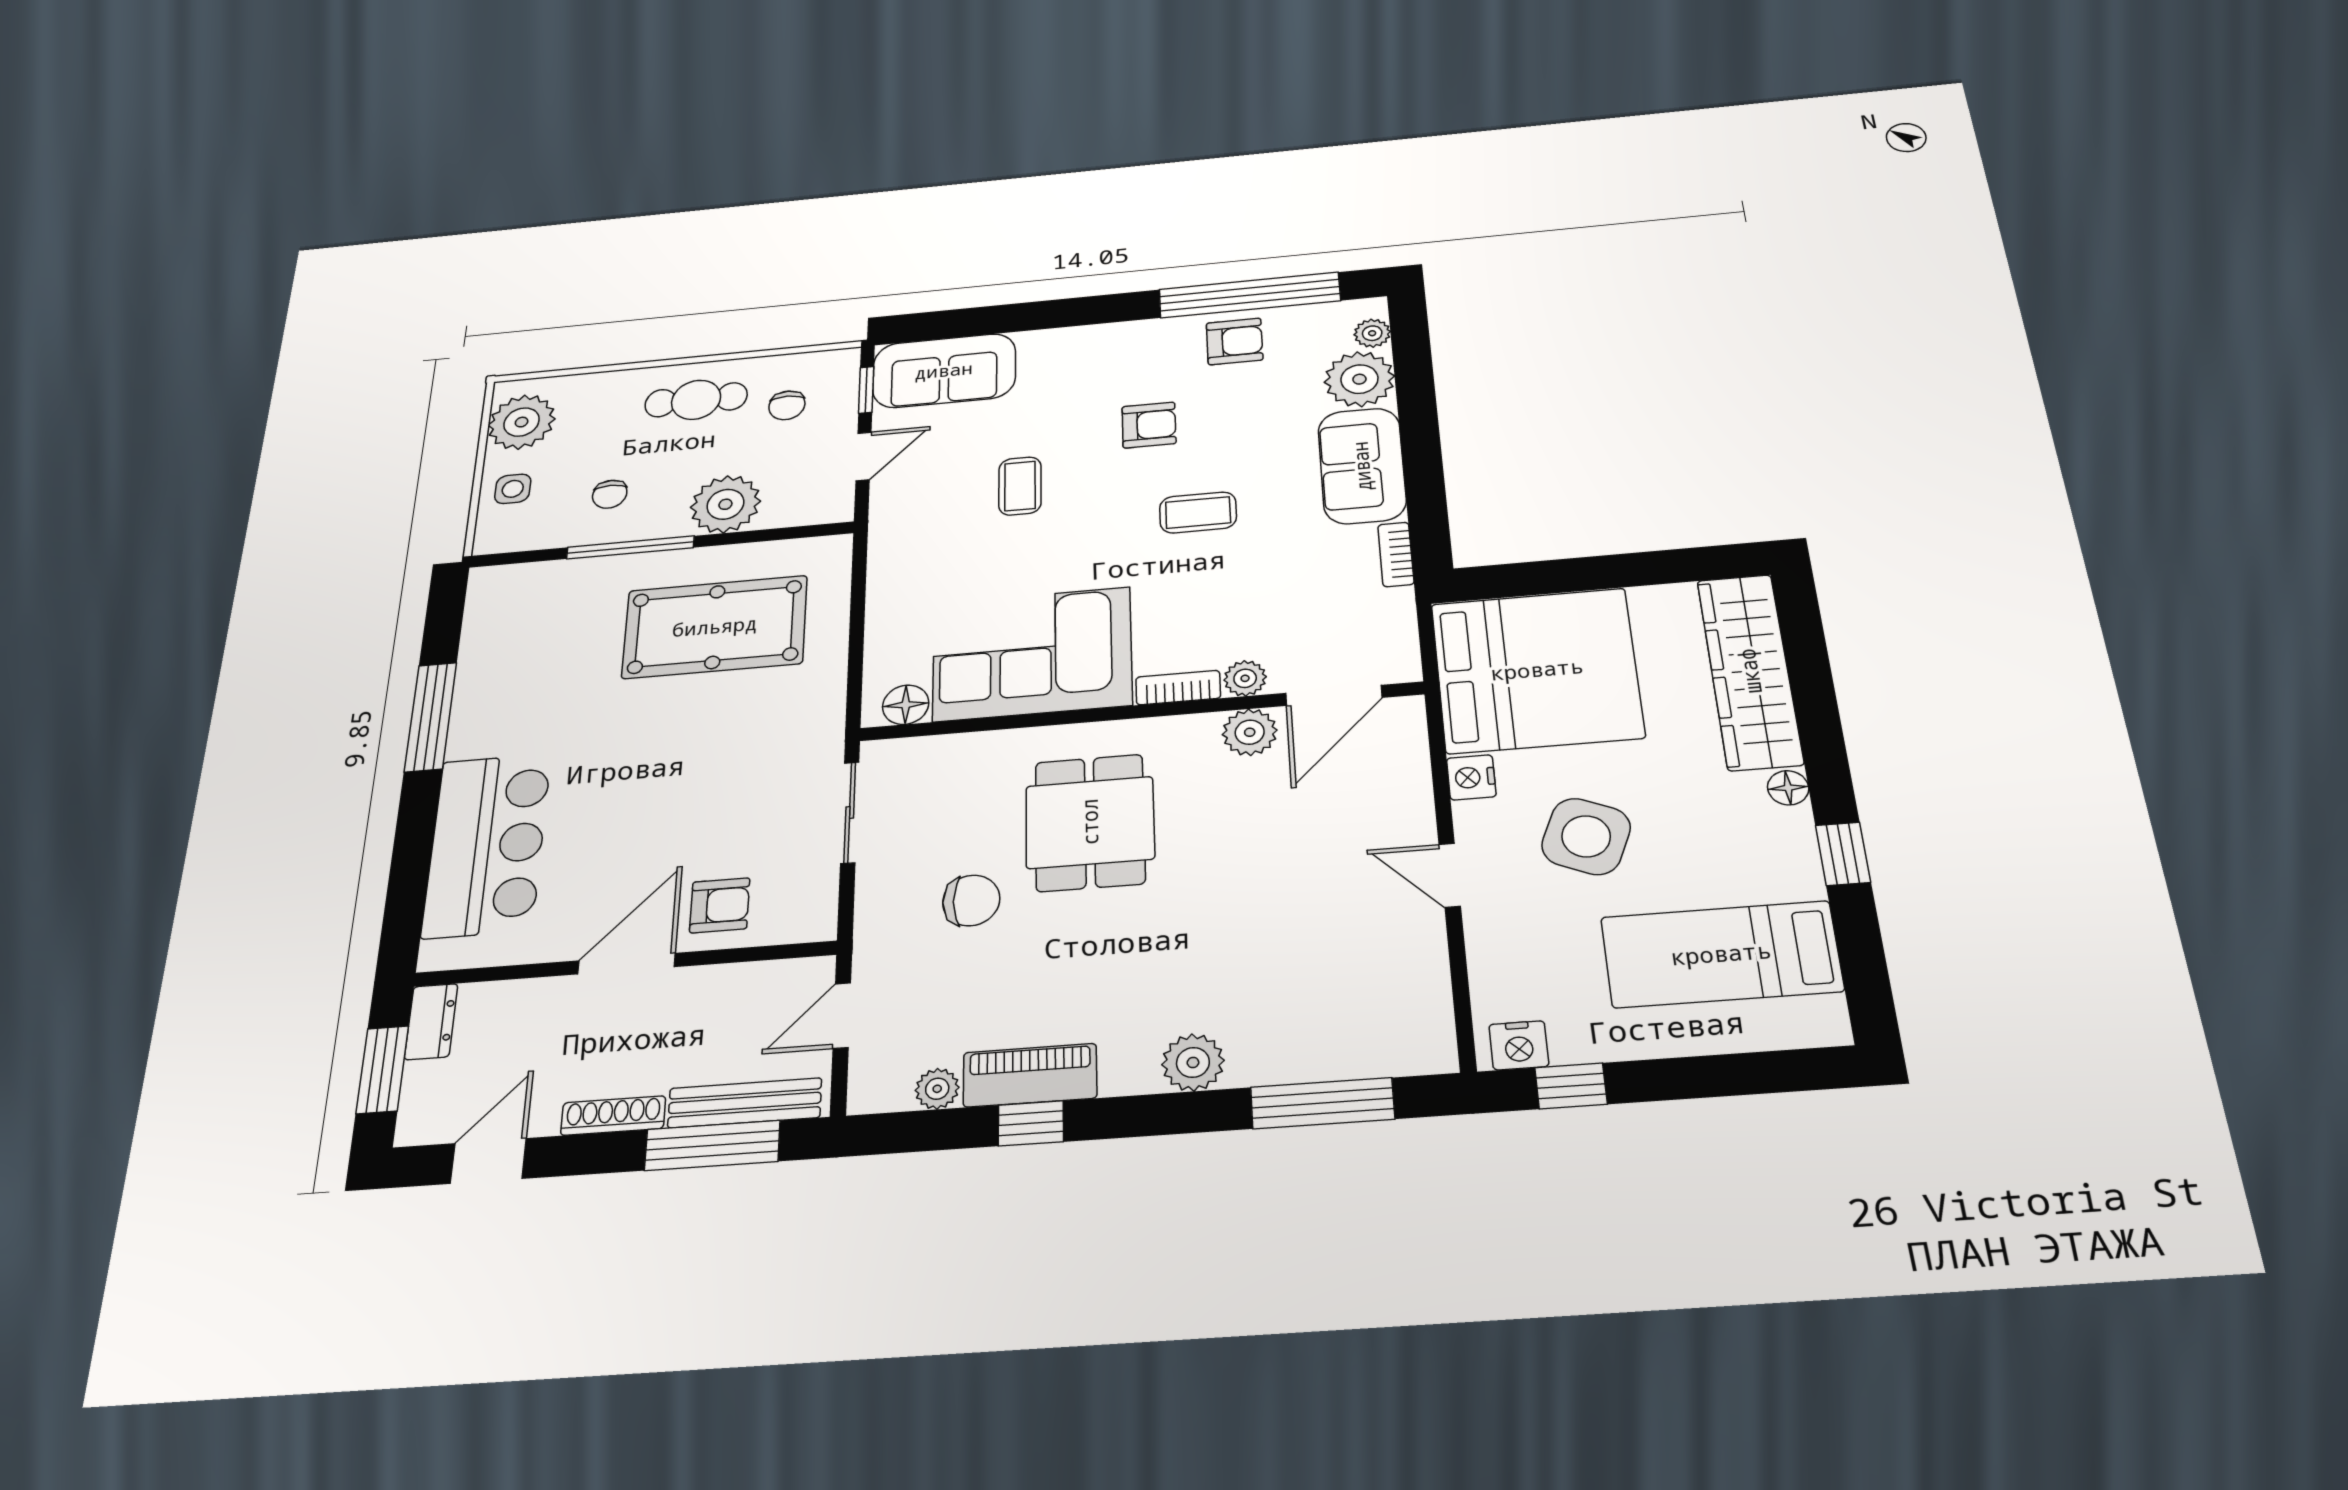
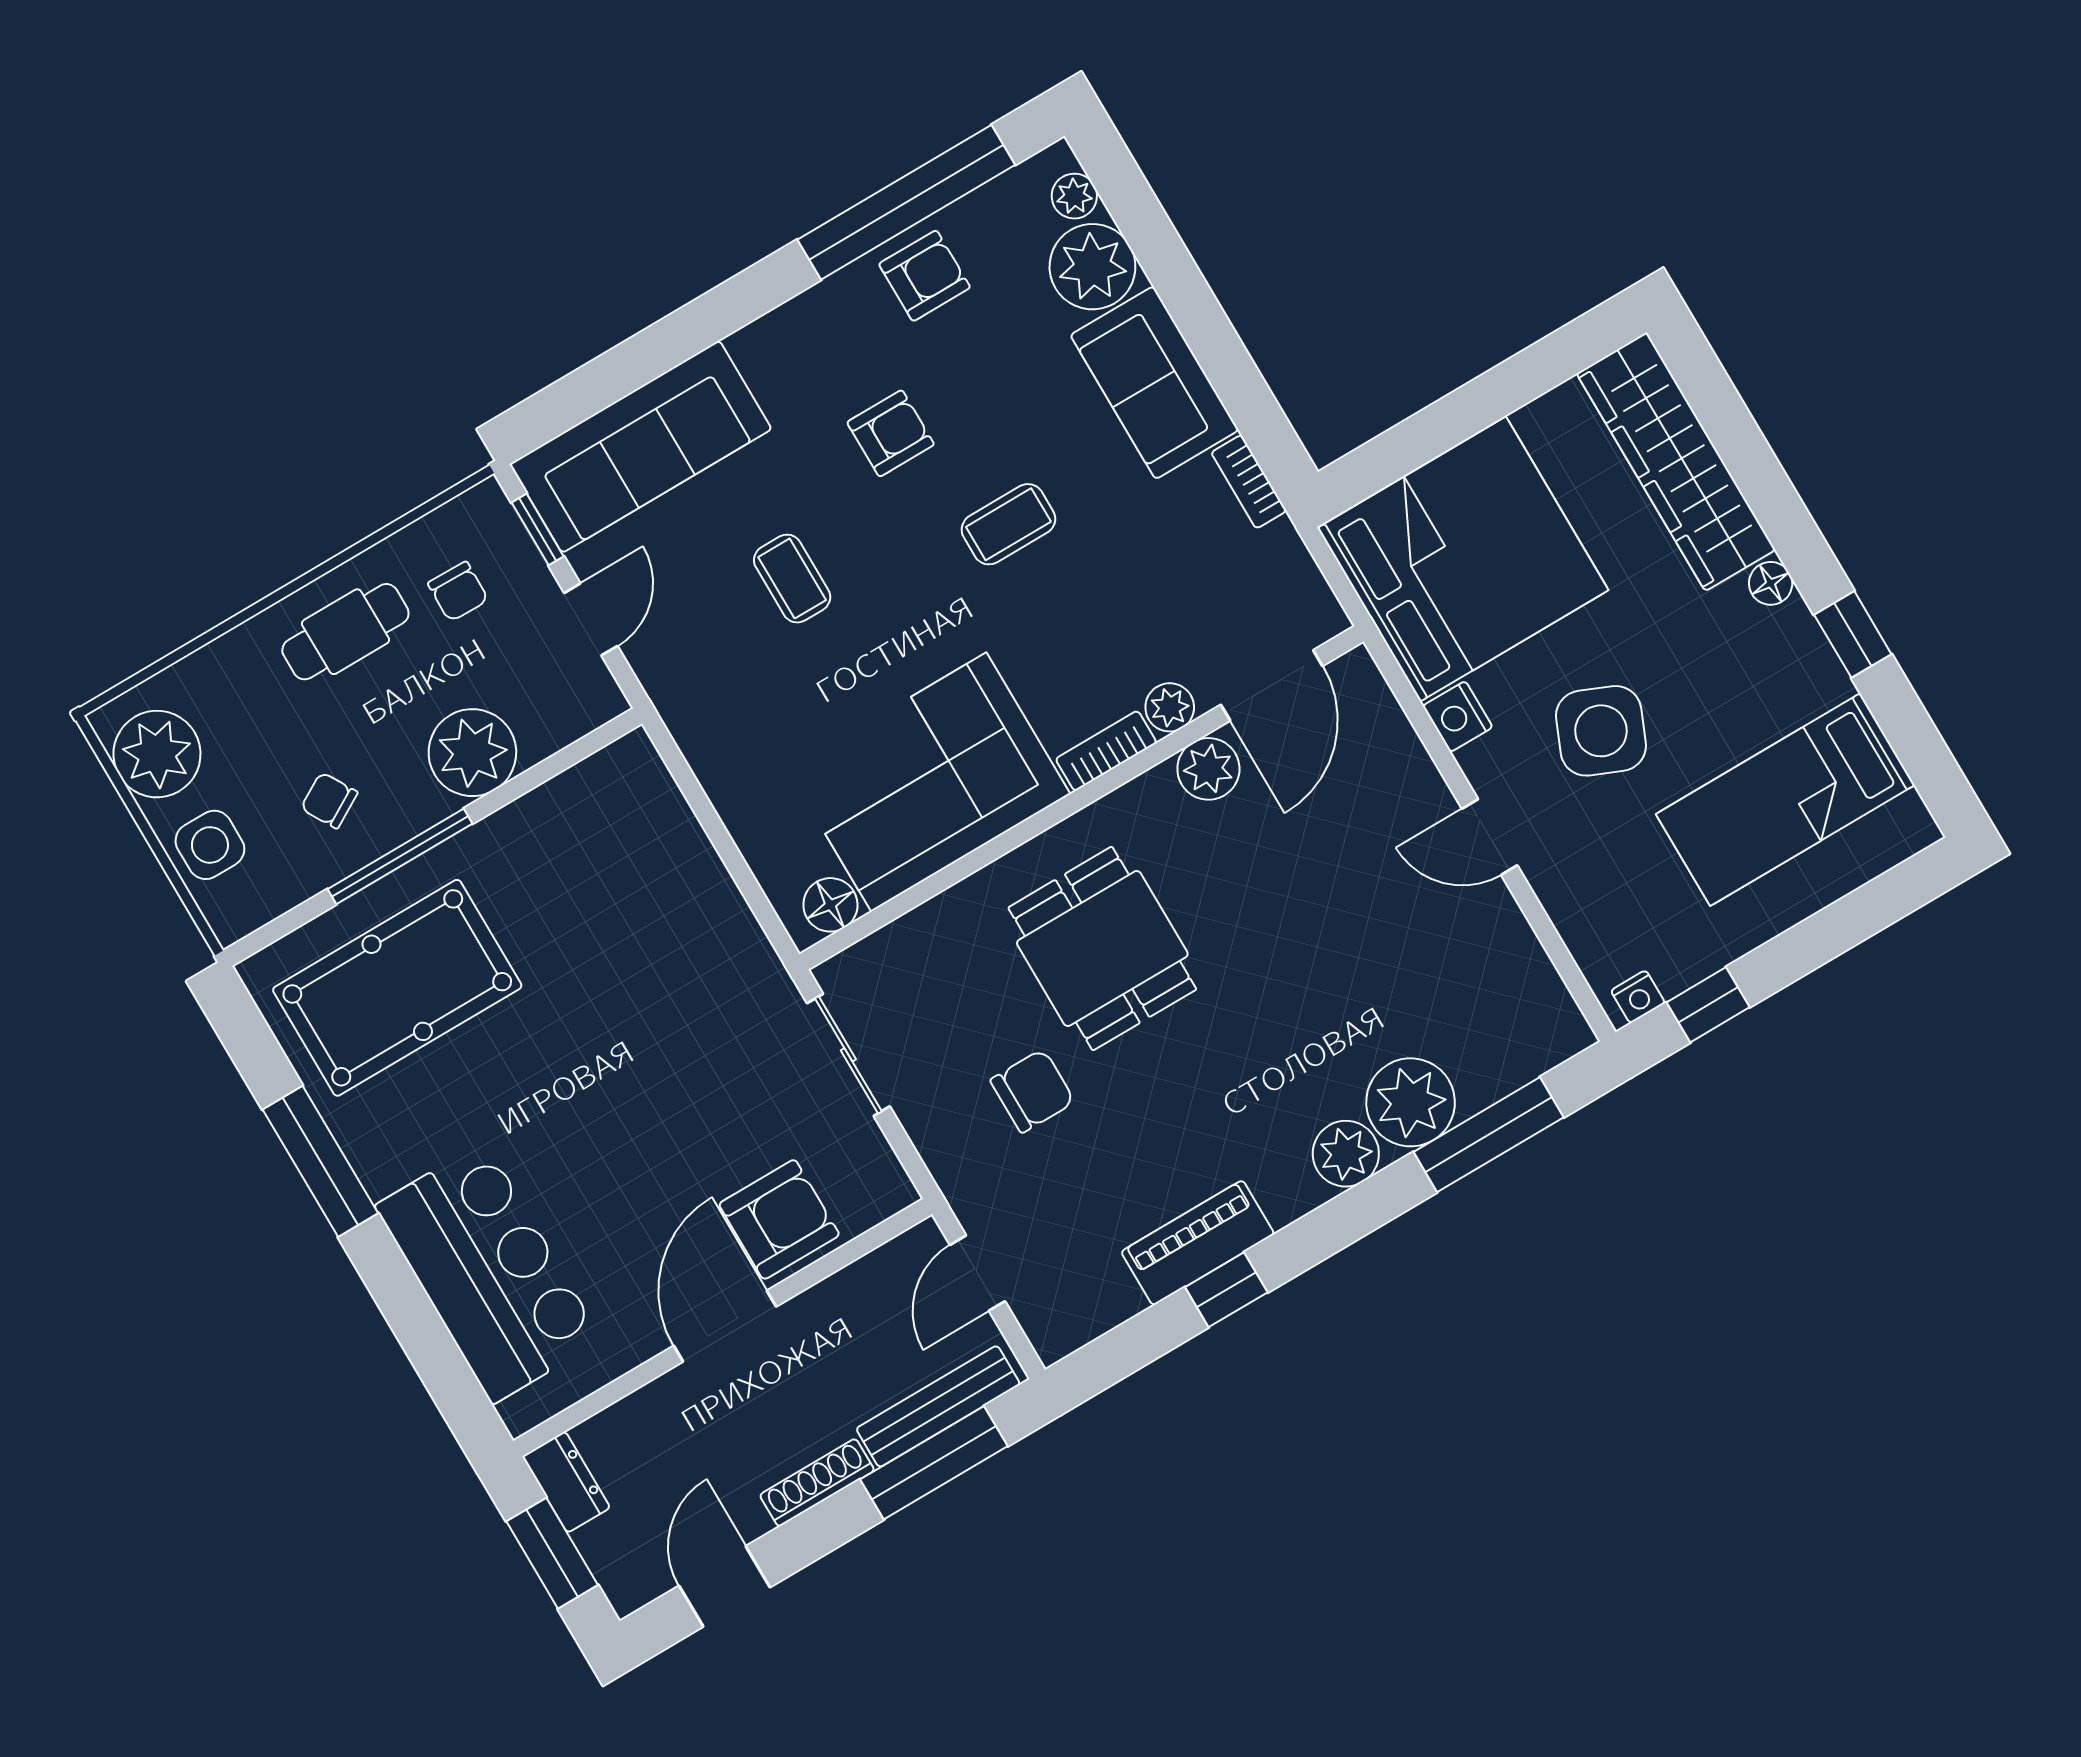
sofa: (944, 371) -> (641, 447), width x1.36
side table: (513, 489) -> (210, 845), width x1.37, depth x1.37
chair: (610, 494) -> (329, 800), turned 150
pool table: (715, 627) -> (397, 988), moved
armchair: (720, 905) -> (779, 1219), width x1.38, depth x1.38
nightstand: (1519, 1045) -> (1638, 997), width x0.72, depth x0.74
plant: (937, 1089) -> (1411, 1102), moved, width x1.87, depth x1.87

